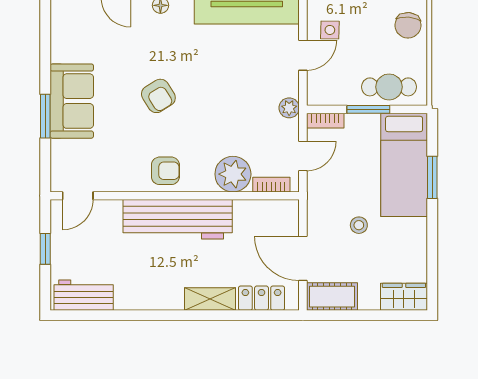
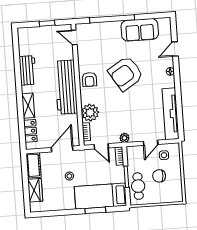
chair: (408, 25) -> (159, 176), moved
door: (303, 55) -> (151, 143), hinge flipped
armchair: (158, 96) -> (126, 73), width x1.88, depth x1.88
sofa: (72, 101) -> (140, 30), moved
window: (45, 116) -> (112, 19), width x2.11
door: (303, 258) -> (62, 149), moved
workbench: (84, 295) -> (28, 70), moved
wardrobe: (404, 297) -> (35, 190), moved

